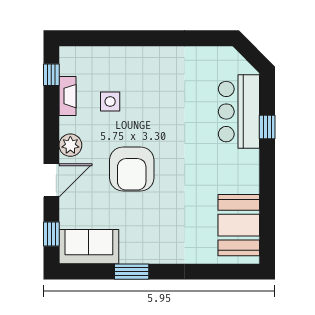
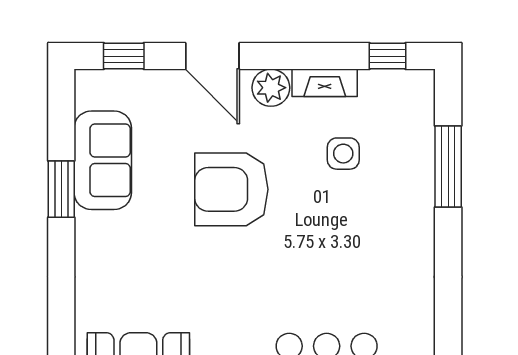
window: (118, 38) -> (448, 166), added
fireplace: (67, 96) -> (325, 83), moved
sofa: (89, 247) -> (103, 160), moved

